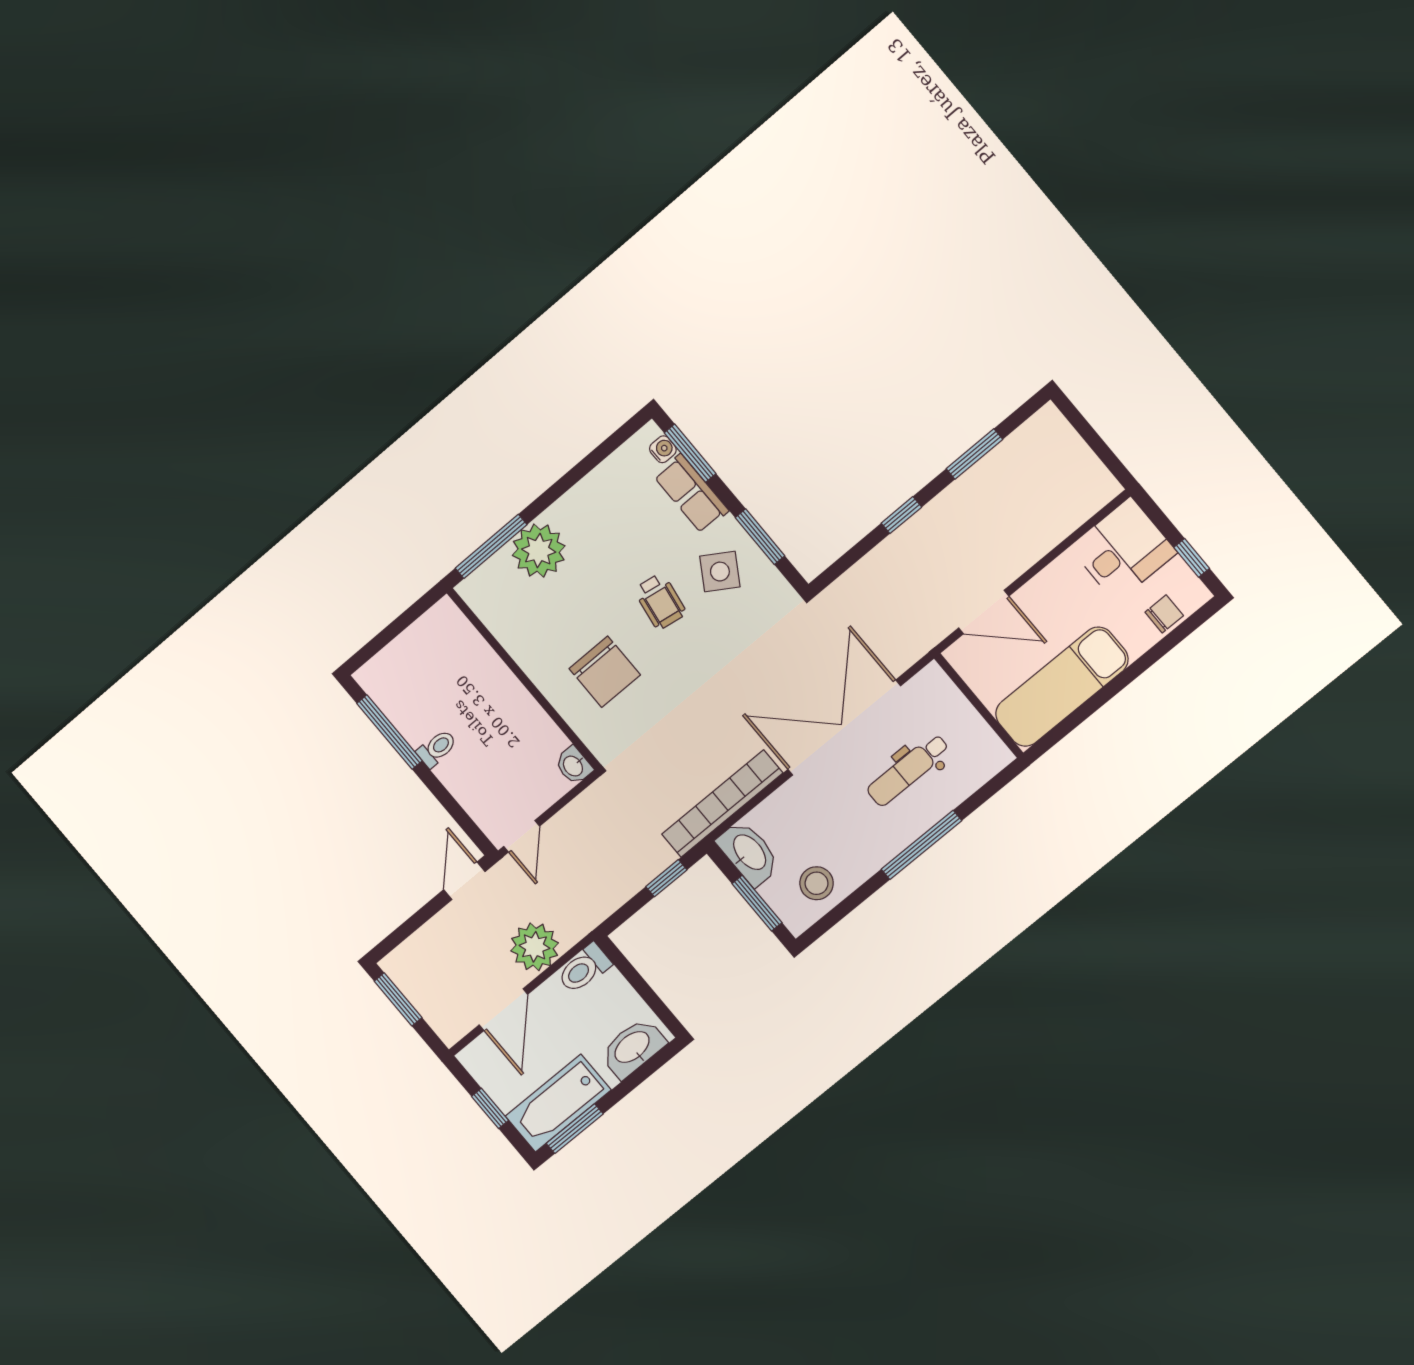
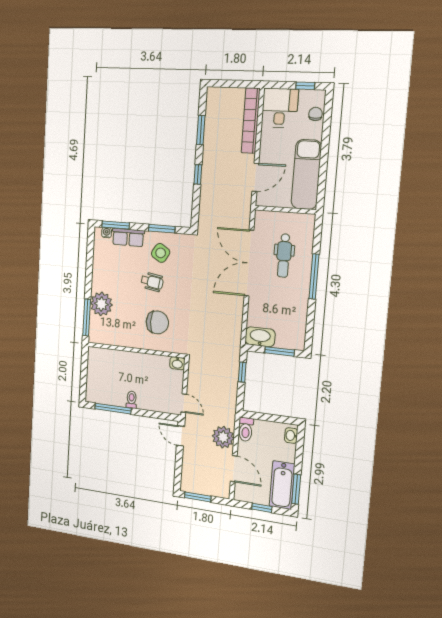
bookcase: (722, 804) -> (251, 121), moved
stool: (817, 883) -> (292, 325), removed
washbasin: (633, 1048) -> (291, 436), width x0.52, depth x0.69

